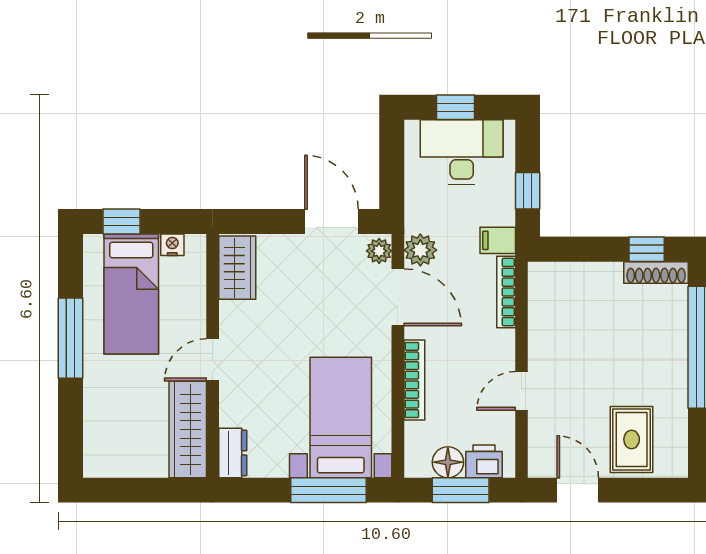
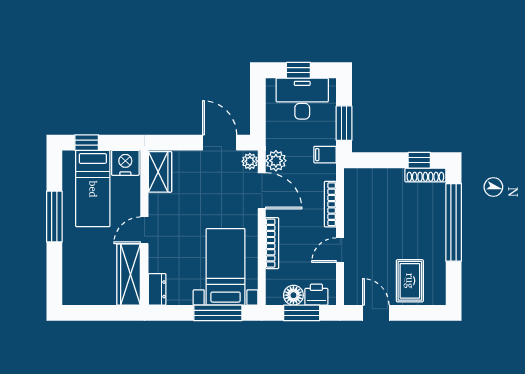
window: (528, 191) -> (344, 123), width x1.50
nightstand: (172, 245) -> (125, 163), width x1.89, depth x1.79
bookcase: (506, 292) -> (330, 204), moved

